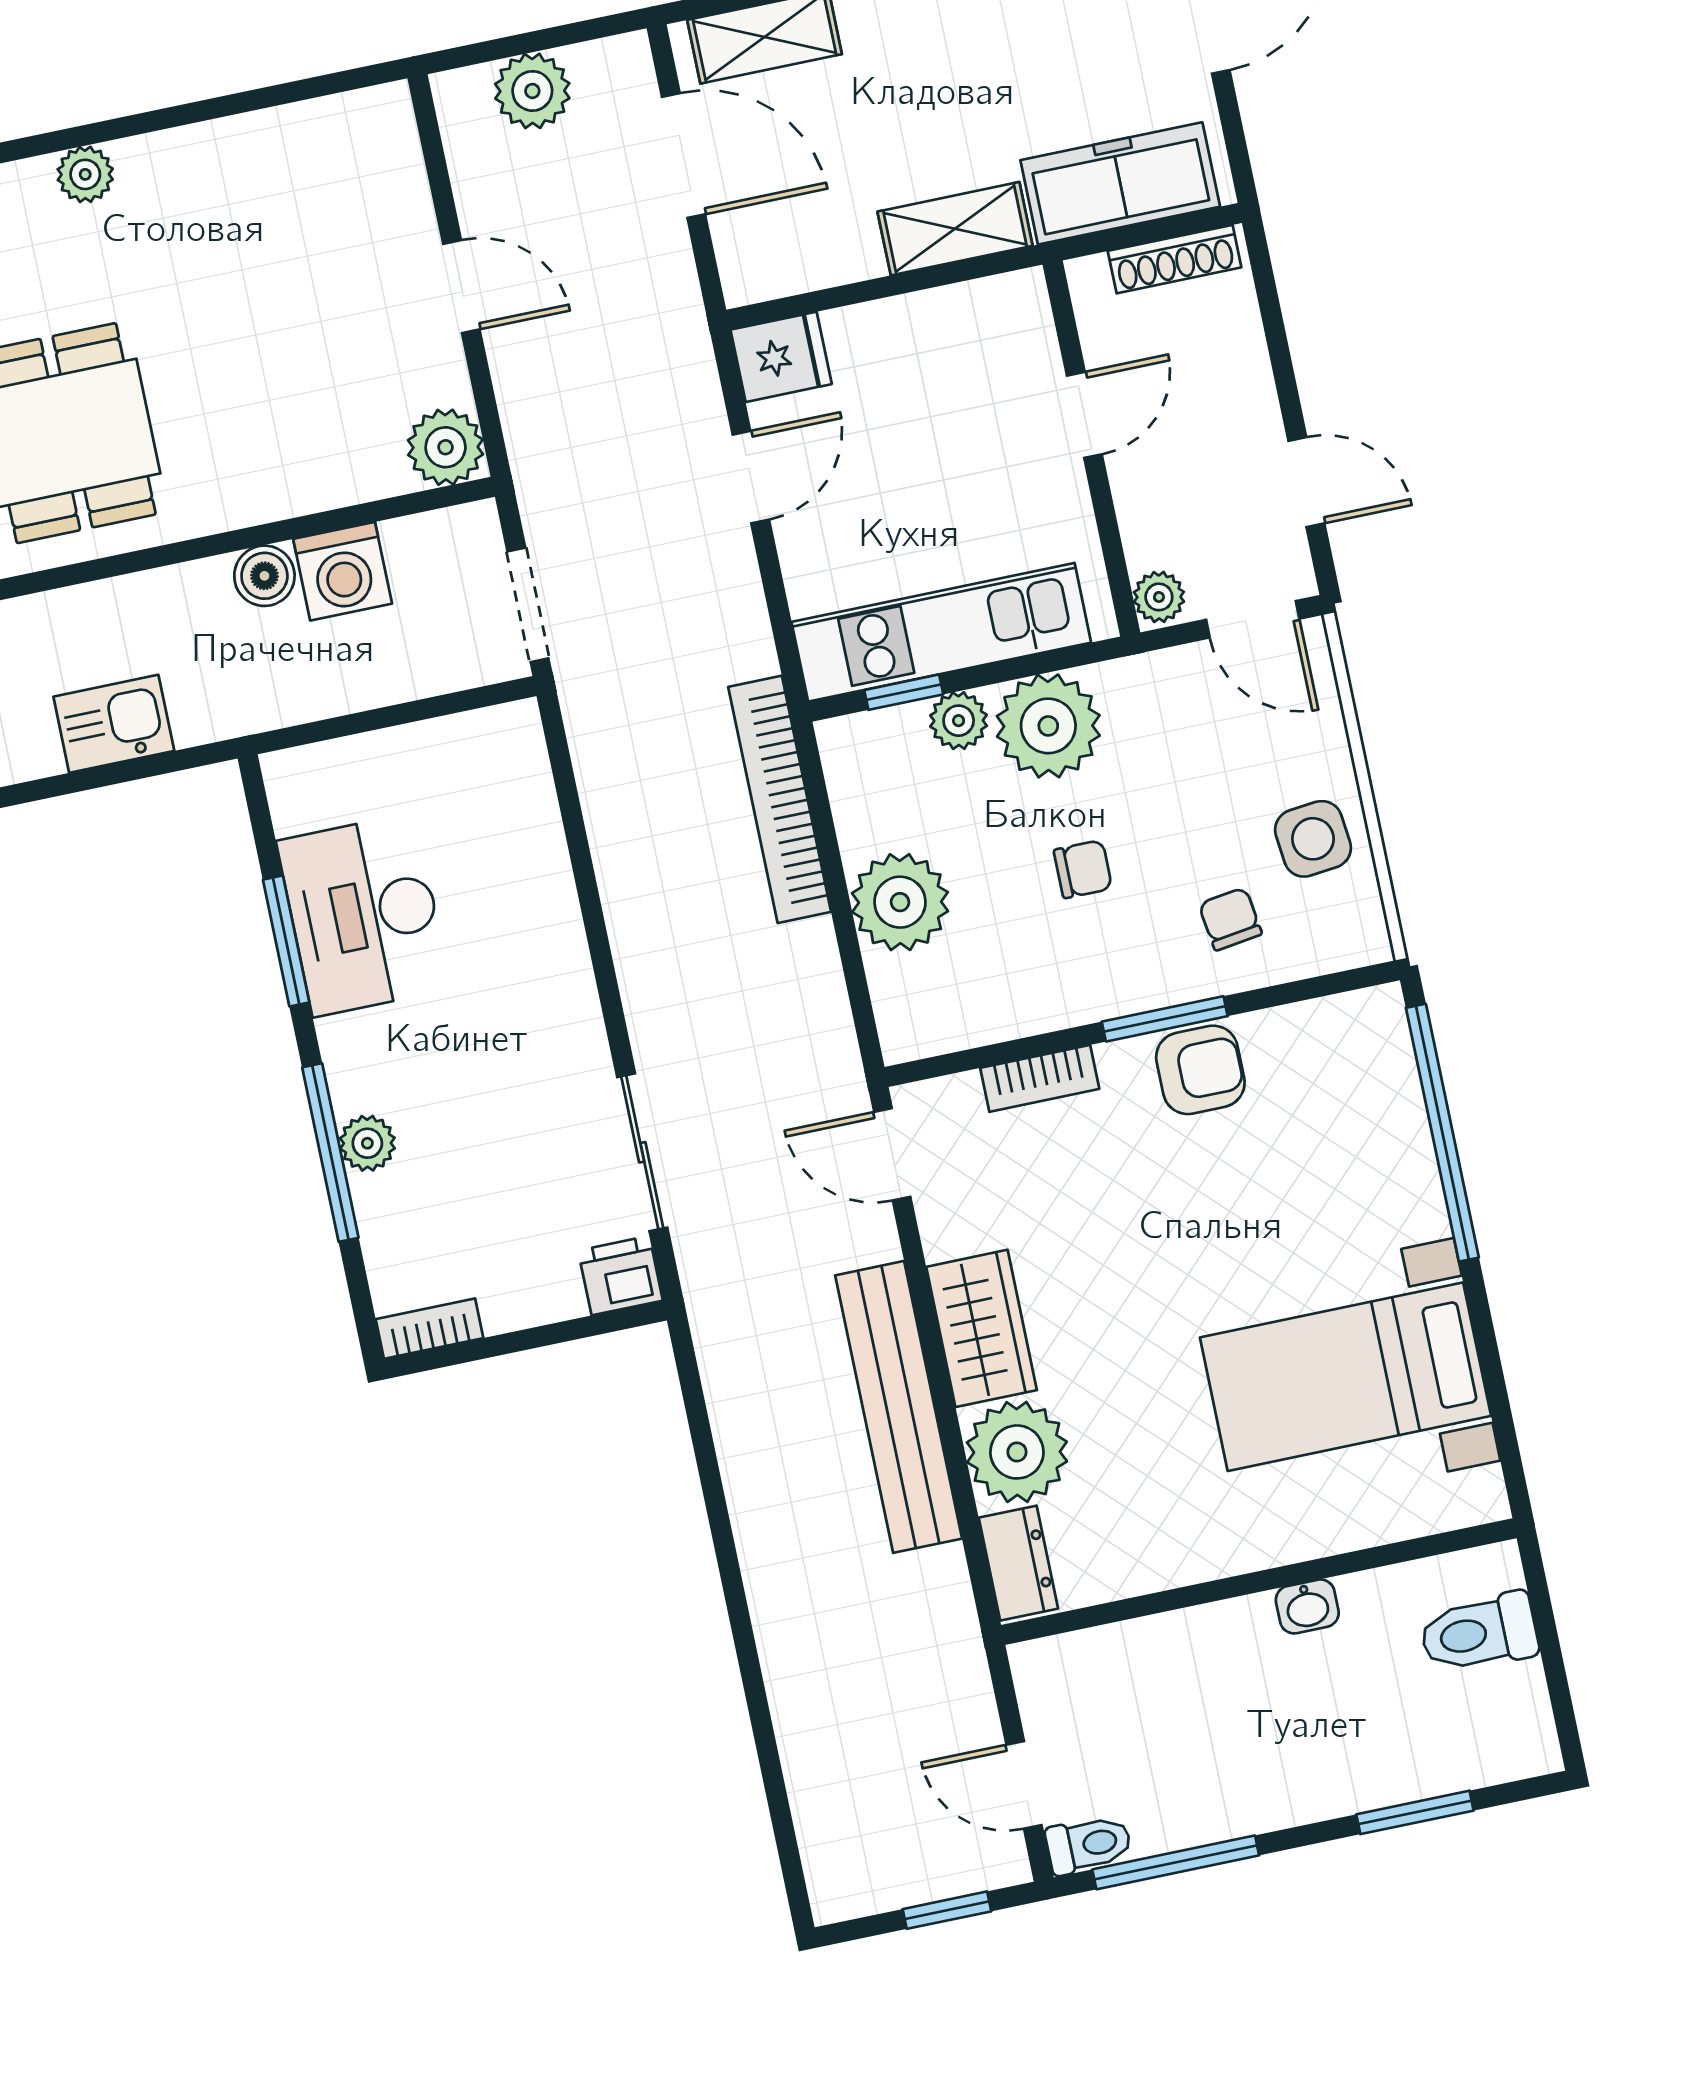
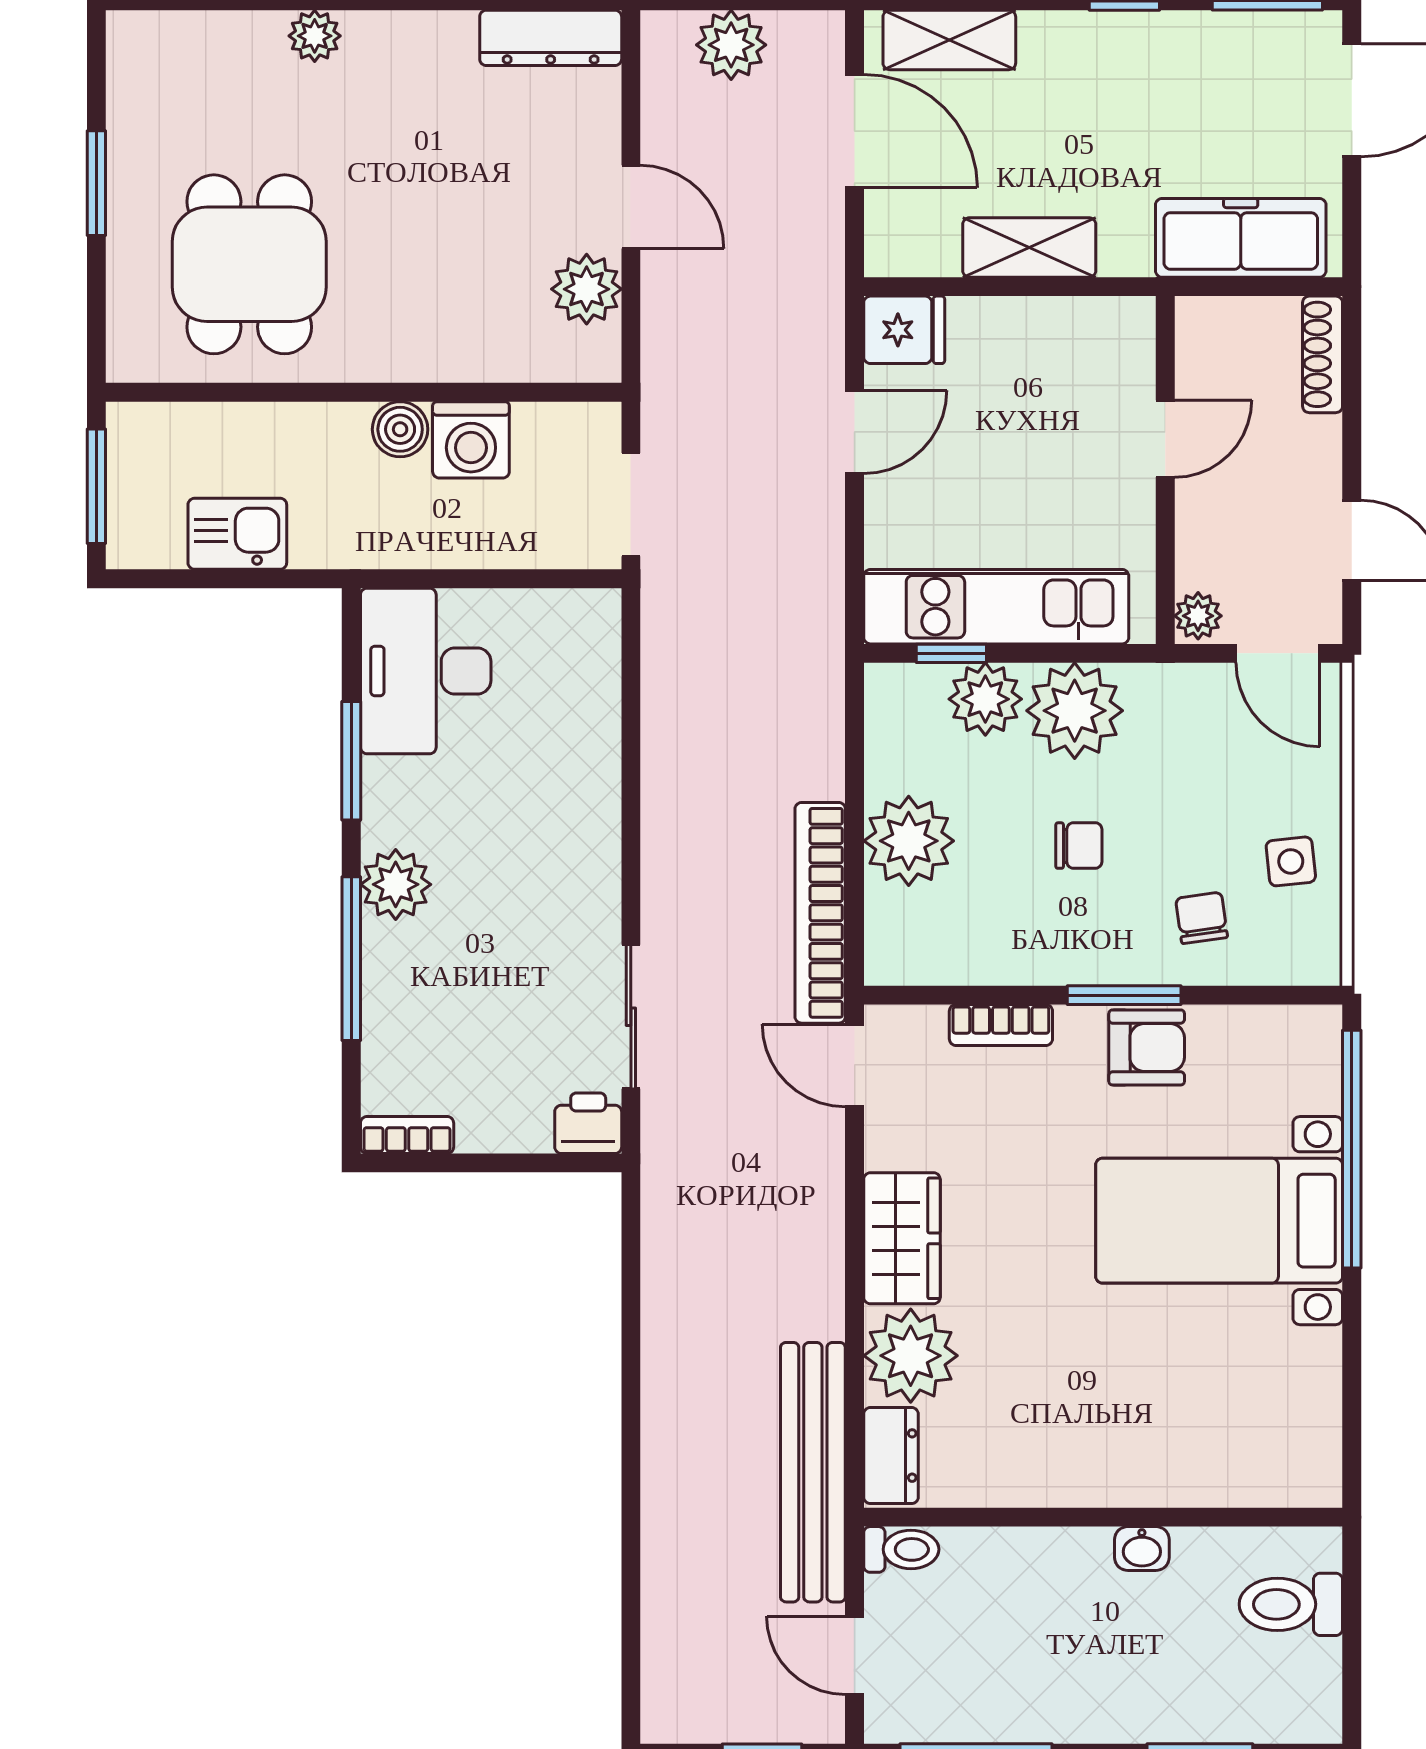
dresser: (338, 124) -> (551, 38), added
shelving: (955, 229) -> (1029, 247), moved
shoe rack: (1175, 259) -> (1323, 354), moved, turned 90
plant: (446, 447) -> (587, 289), moved
plant: (959, 721) -> (985, 699), width x1.38, depth x1.38
bookcase: (780, 799) -> (820, 913), moved
side table: (1313, 839) -> (1291, 861), width x0.73, depth x0.73
desk: (364, 915) -> (426, 671), moved
plant: (367, 1143) -> (396, 884), moved, width x1.38, depth x1.38
bed with nightstands: (1345, 1377) -> (1219, 1221), moved
bench: (899, 1407) -> (813, 1472), moved
toilet: (1089, 1845) -> (901, 1549), moved

